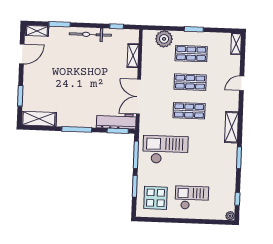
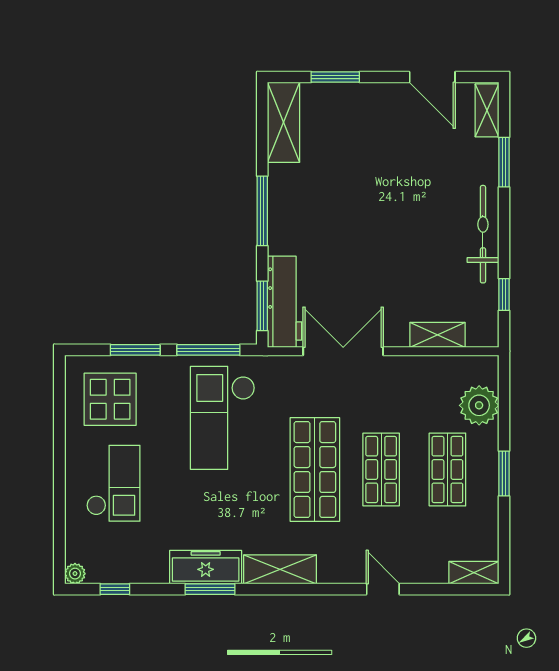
shop shelf: (189, 111) -> (315, 470), width x1.43, depth x1.36
checkout: (165, 150) -> (223, 418), turned 180
freezer: (229, 159) -> (206, 567), added

